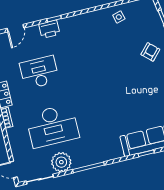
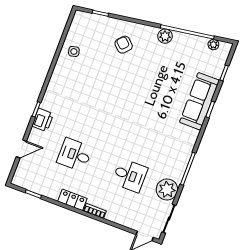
door: (15, 28) -> (21, 149), hinge flipped
desk: (39, 72) -> (75, 155), width x0.73
desk: (52, 126) -> (130, 176), width x0.53, depth x0.77

